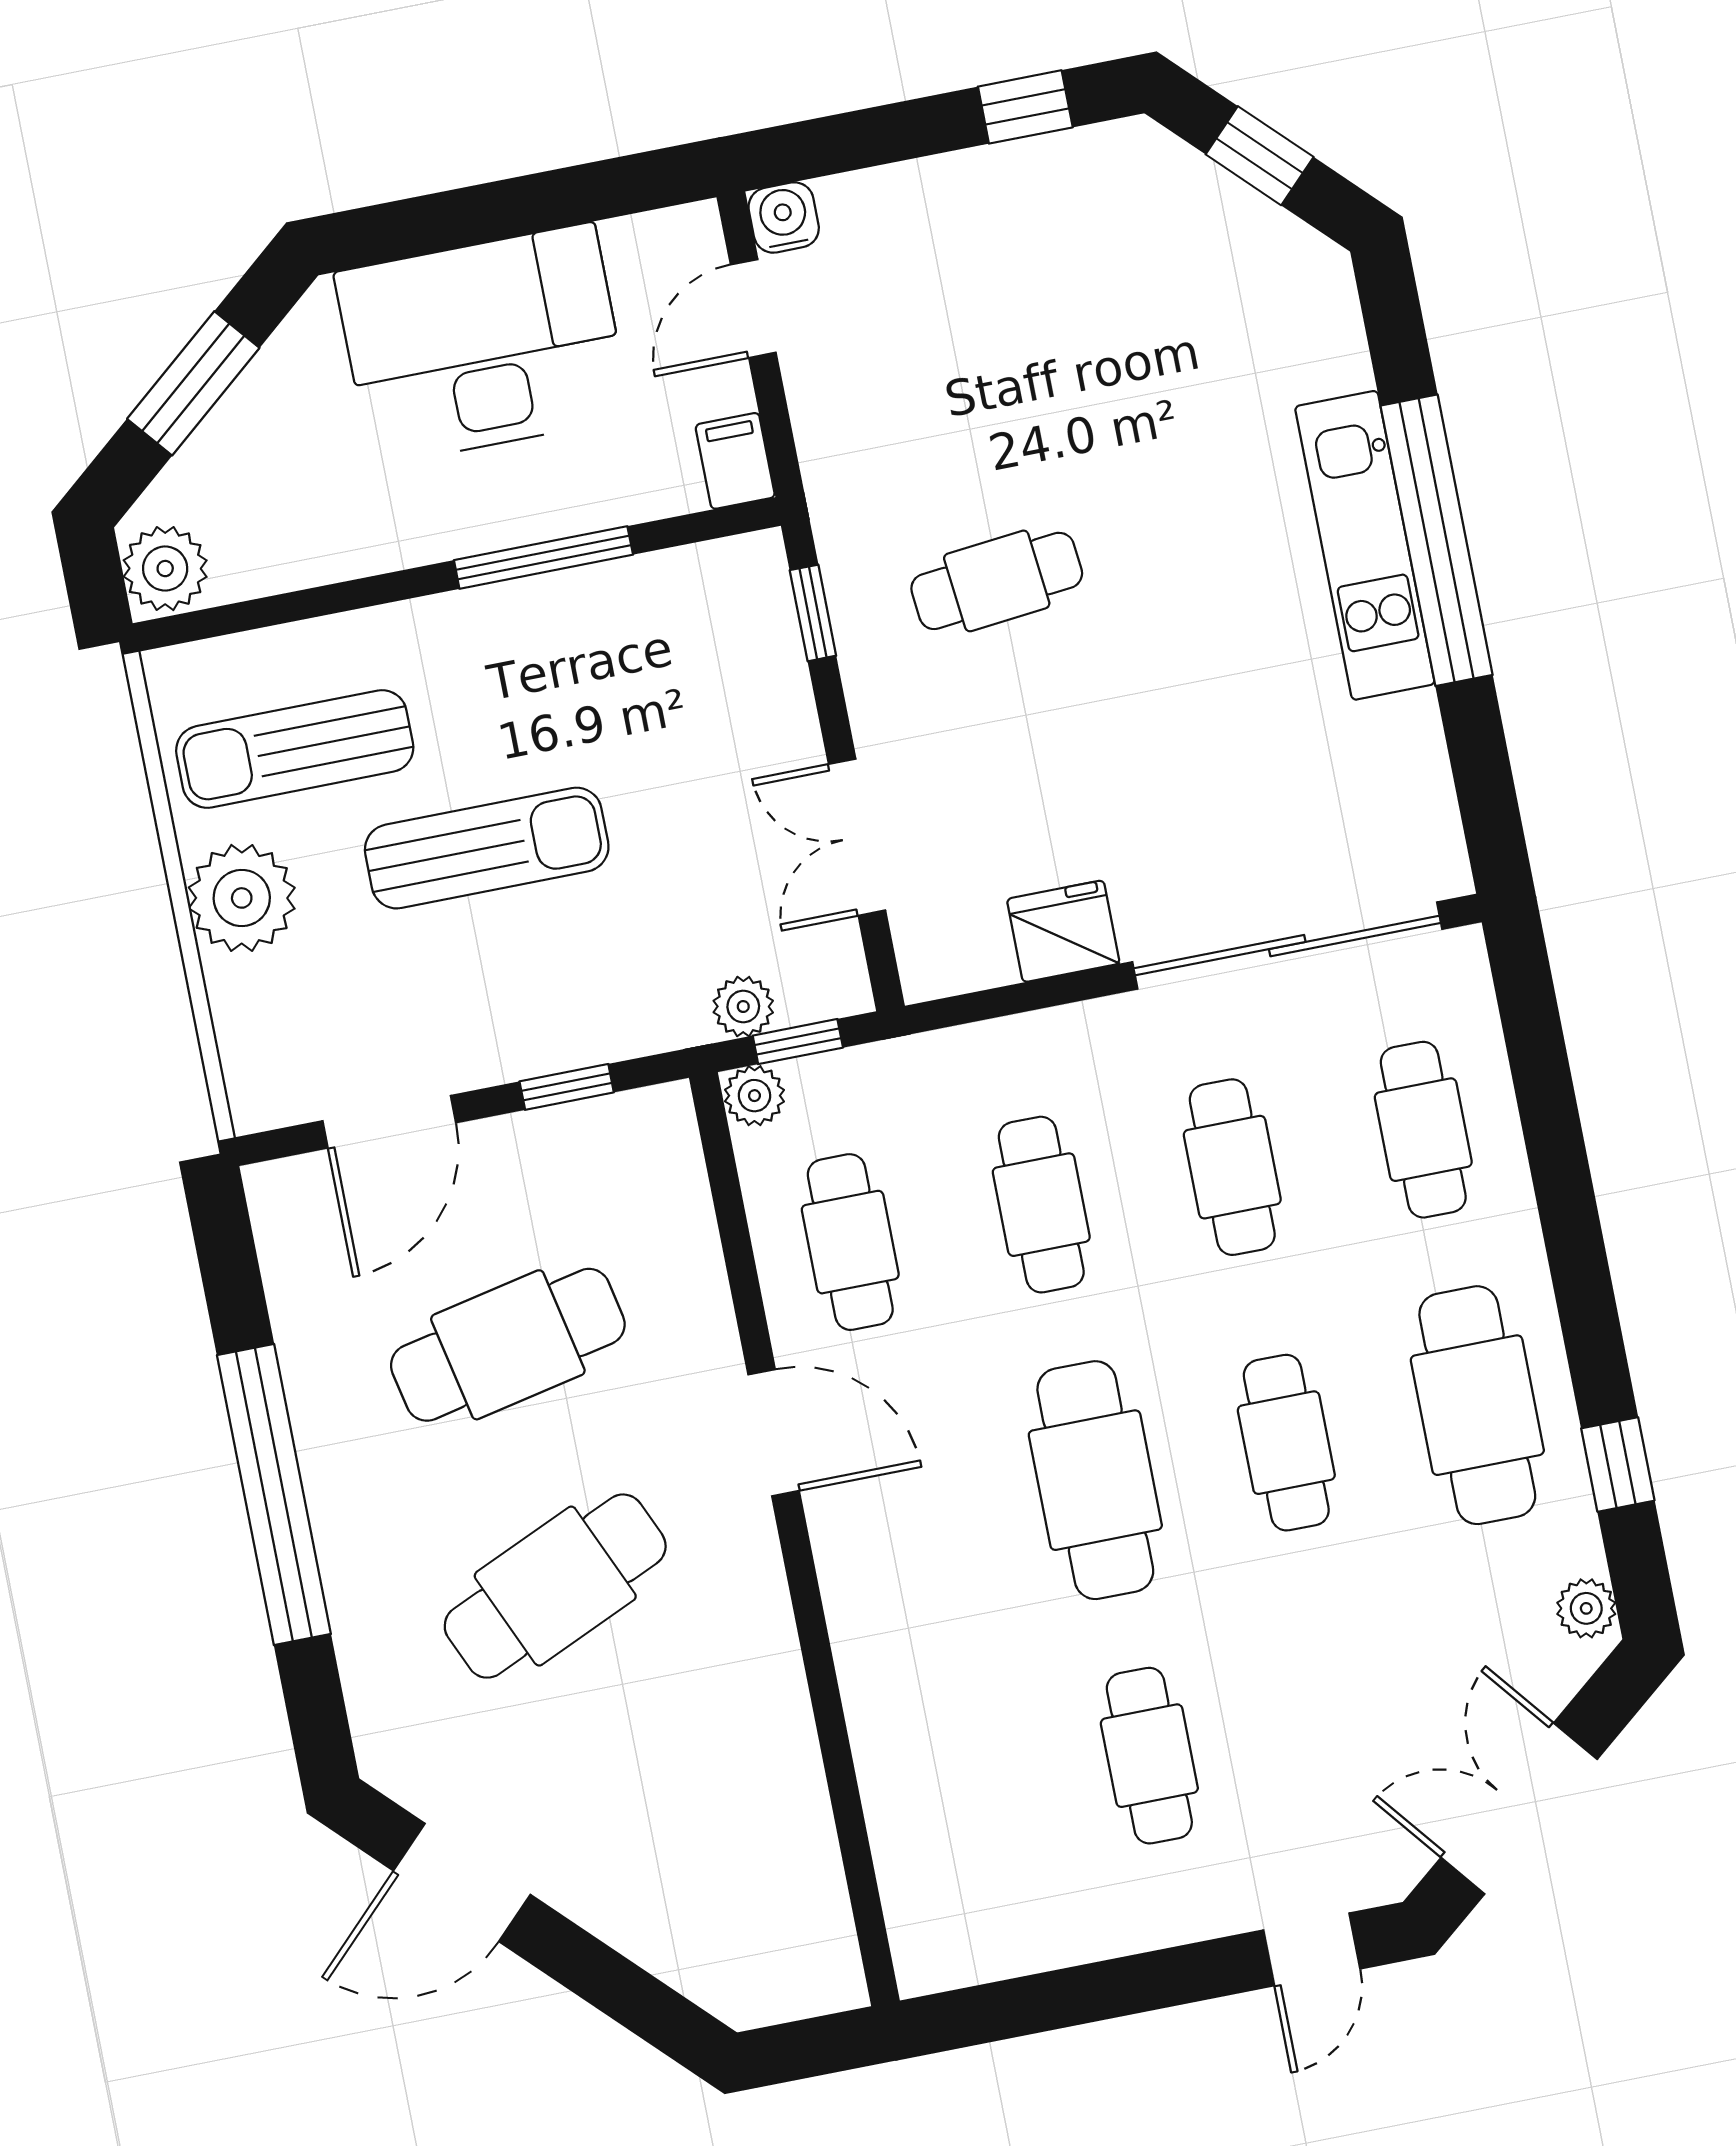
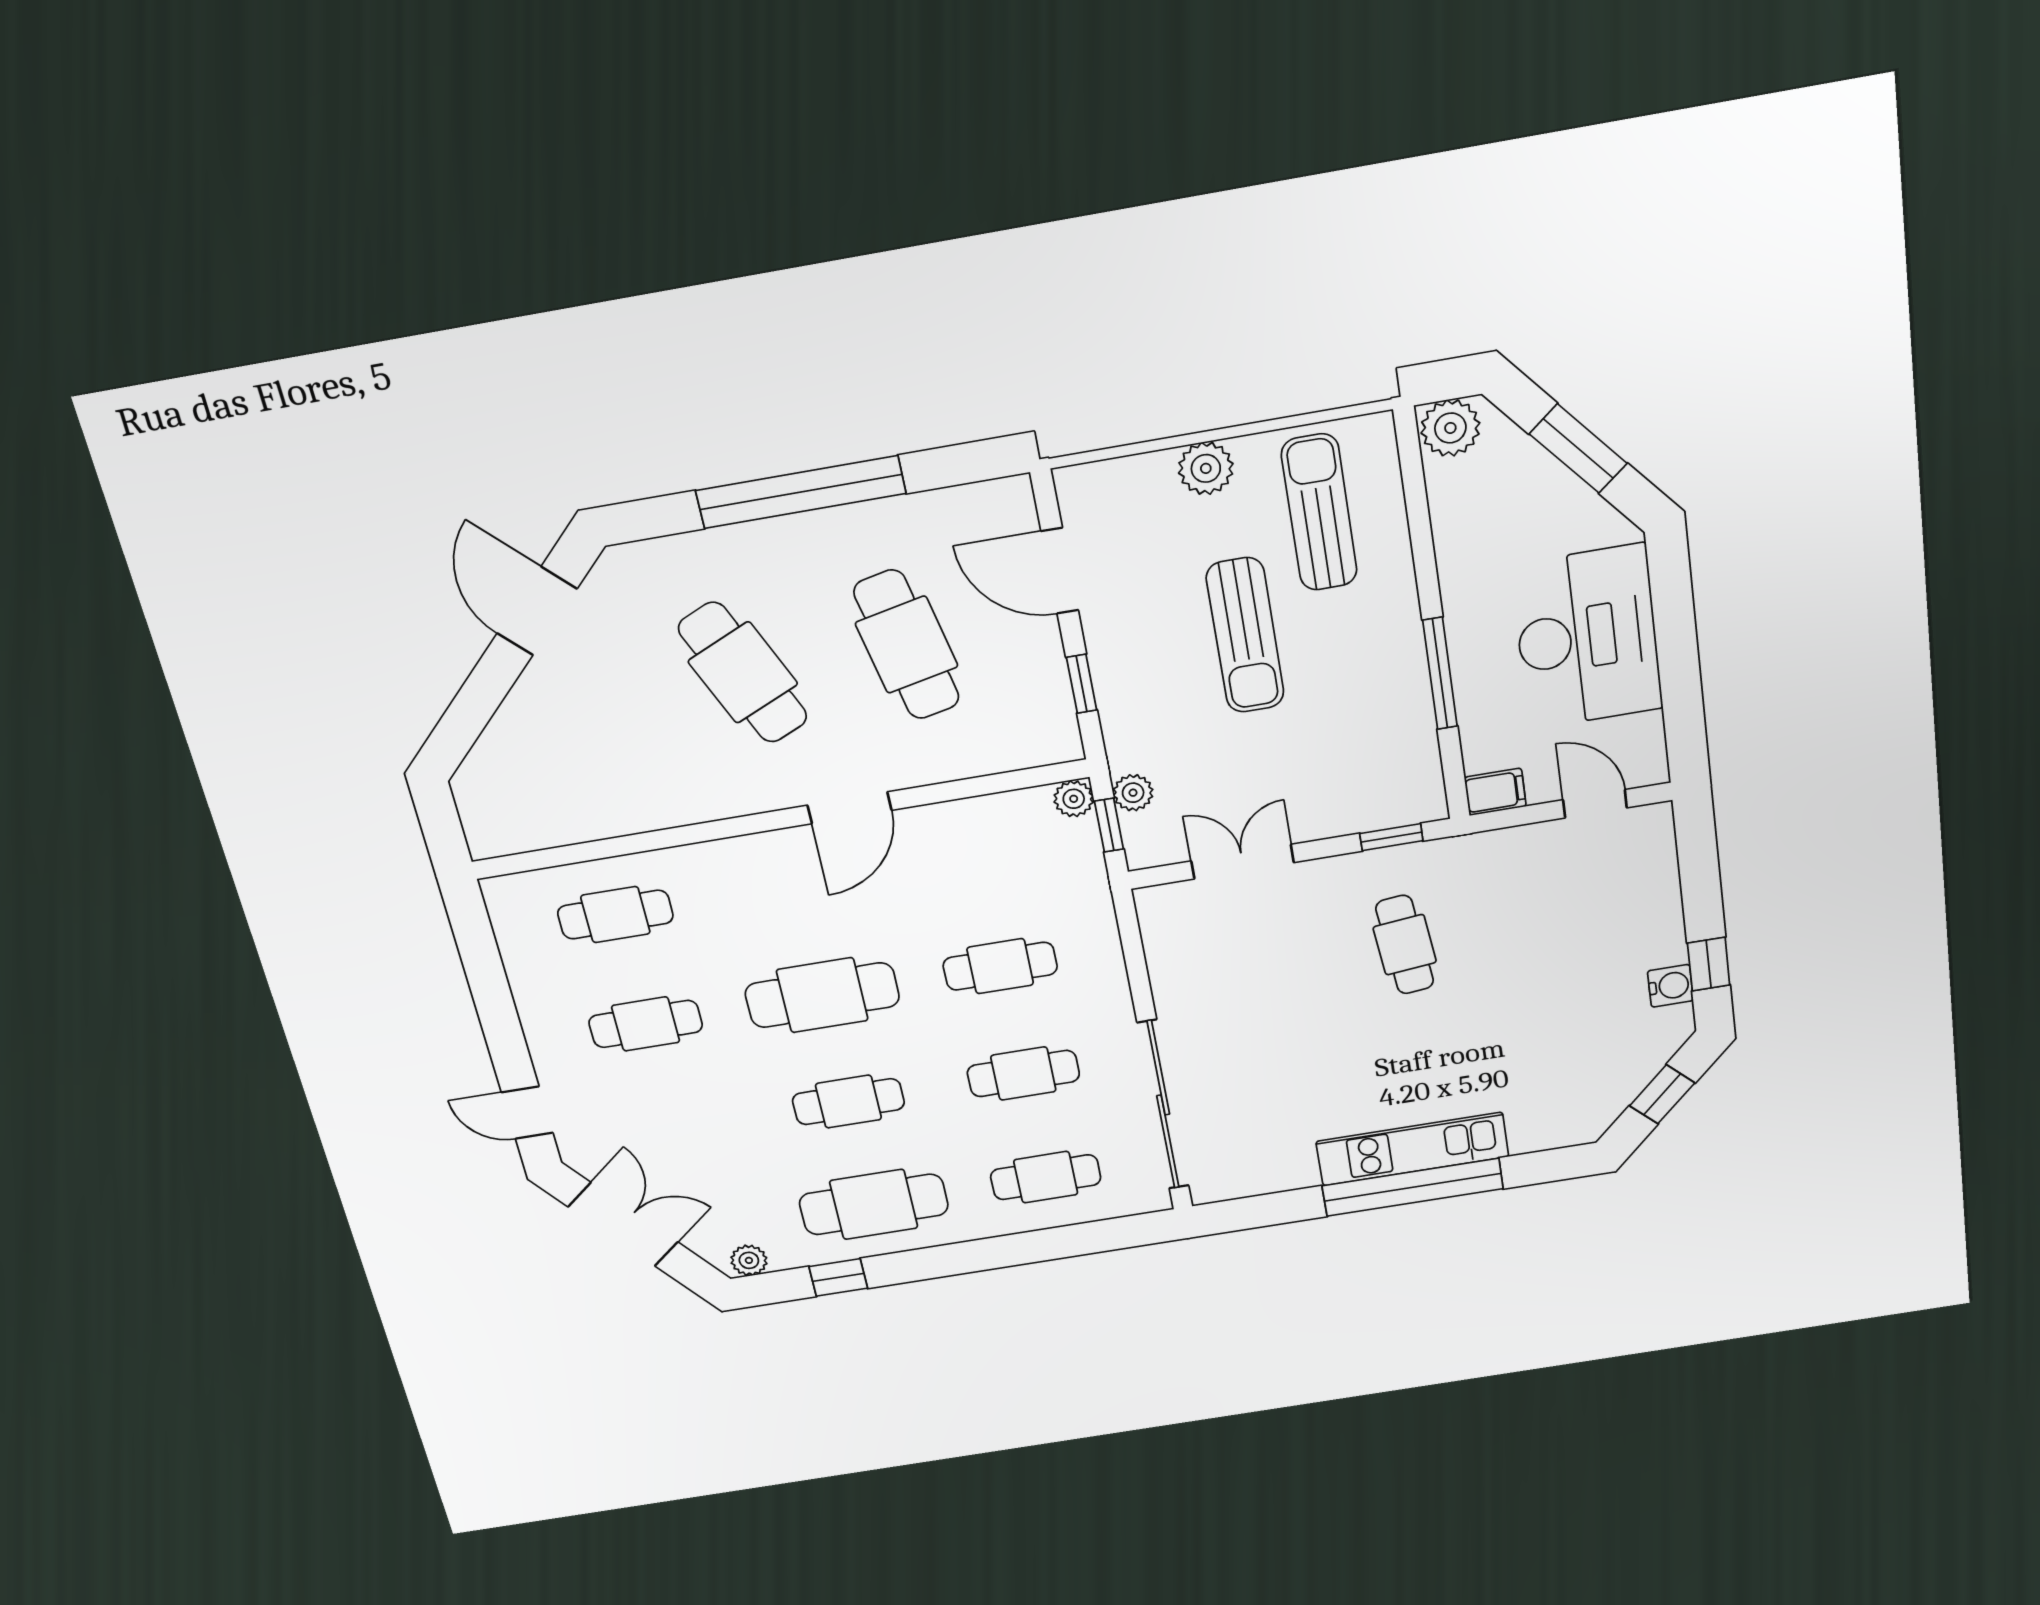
water cooler: (784, 218) -> (1670, 986), moved
plant: (242, 898) -> (1206, 468), width x0.73, depth x0.73
fridge: (1063, 931) -> (1176, 980), removed
cafe table: (850, 1242) -> (615, 915), moved

